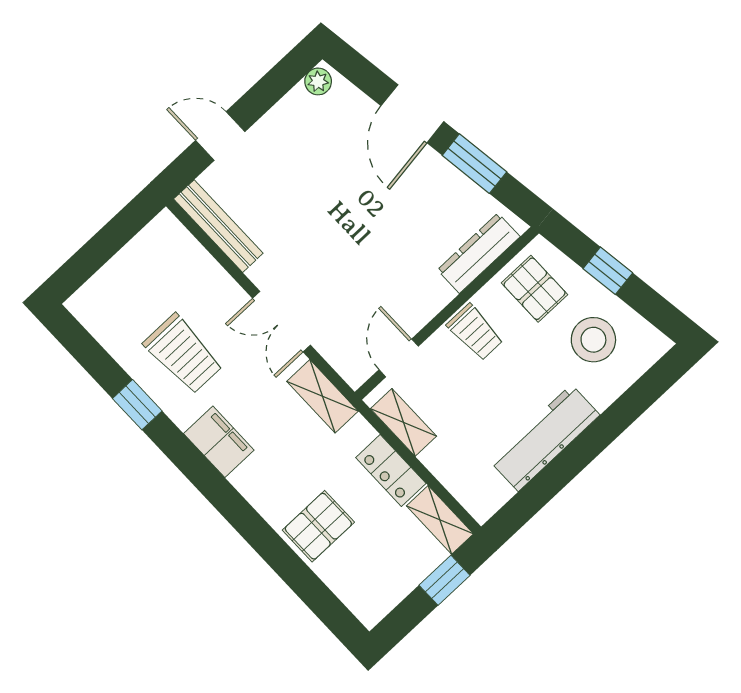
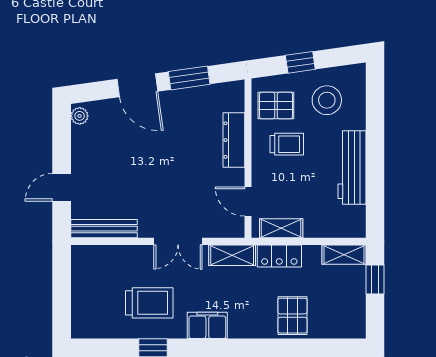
dresser: (479, 253) -> (234, 140), moved
trolley: (475, 332) -> (287, 144), moved
locker: (391, 470) -> (279, 256), moved

